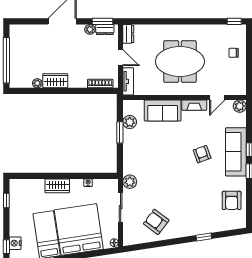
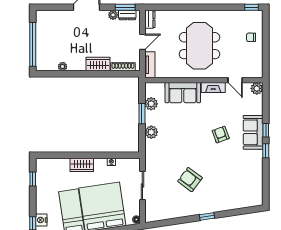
door: (121, 58) -> (142, 42), hinge flipped
meeting table: (180, 62) -> (199, 46), turned 90
wardrobe: (55, 81) -> (98, 64), moved
door: (217, 97) -> (235, 80), hinge flipped
sofa: (236, 152) -> (253, 132), width x0.73
plant: (130, 182) -> (151, 132), moved
armchair: (232, 200) -> (249, 179), removed
armchair: (156, 222) -> (190, 180), moved
window: (204, 237) -> (207, 216), moved

